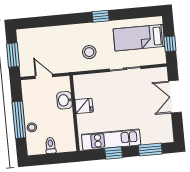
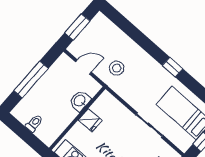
stool: (89, 52) -> (117, 68), moved
door: (44, 76) -> (83, 67), hinge flipped
stool: (32, 127) -> (35, 95), removed

